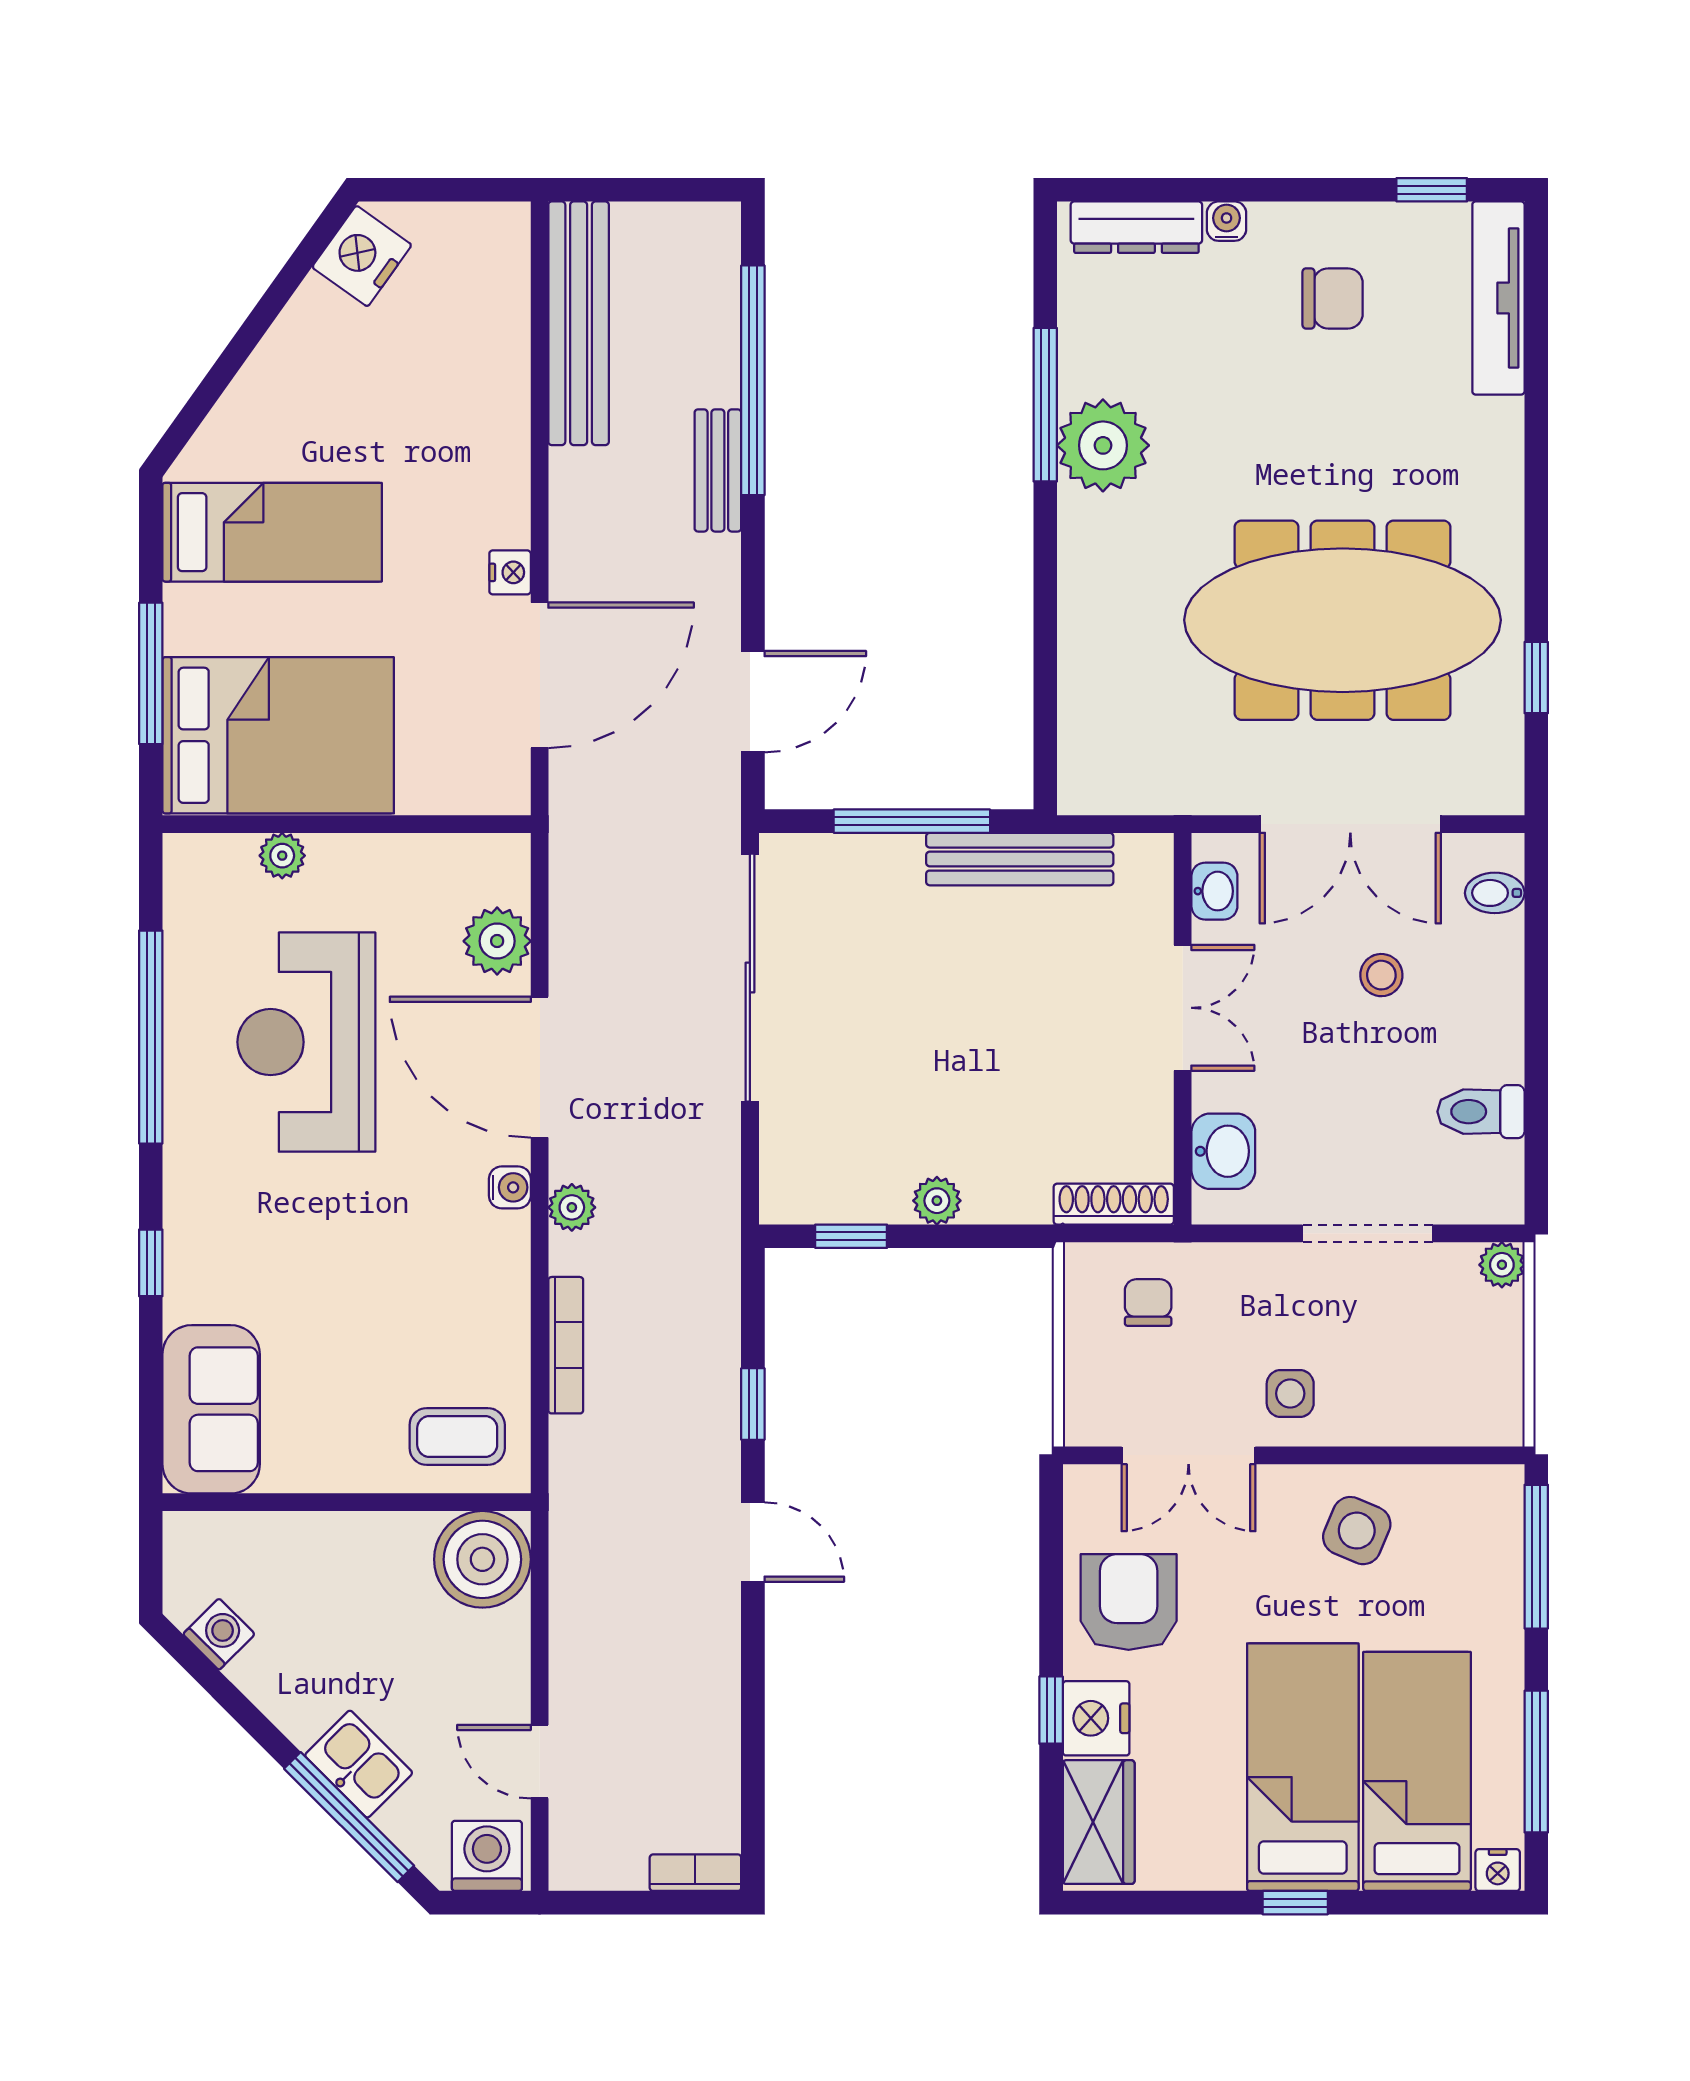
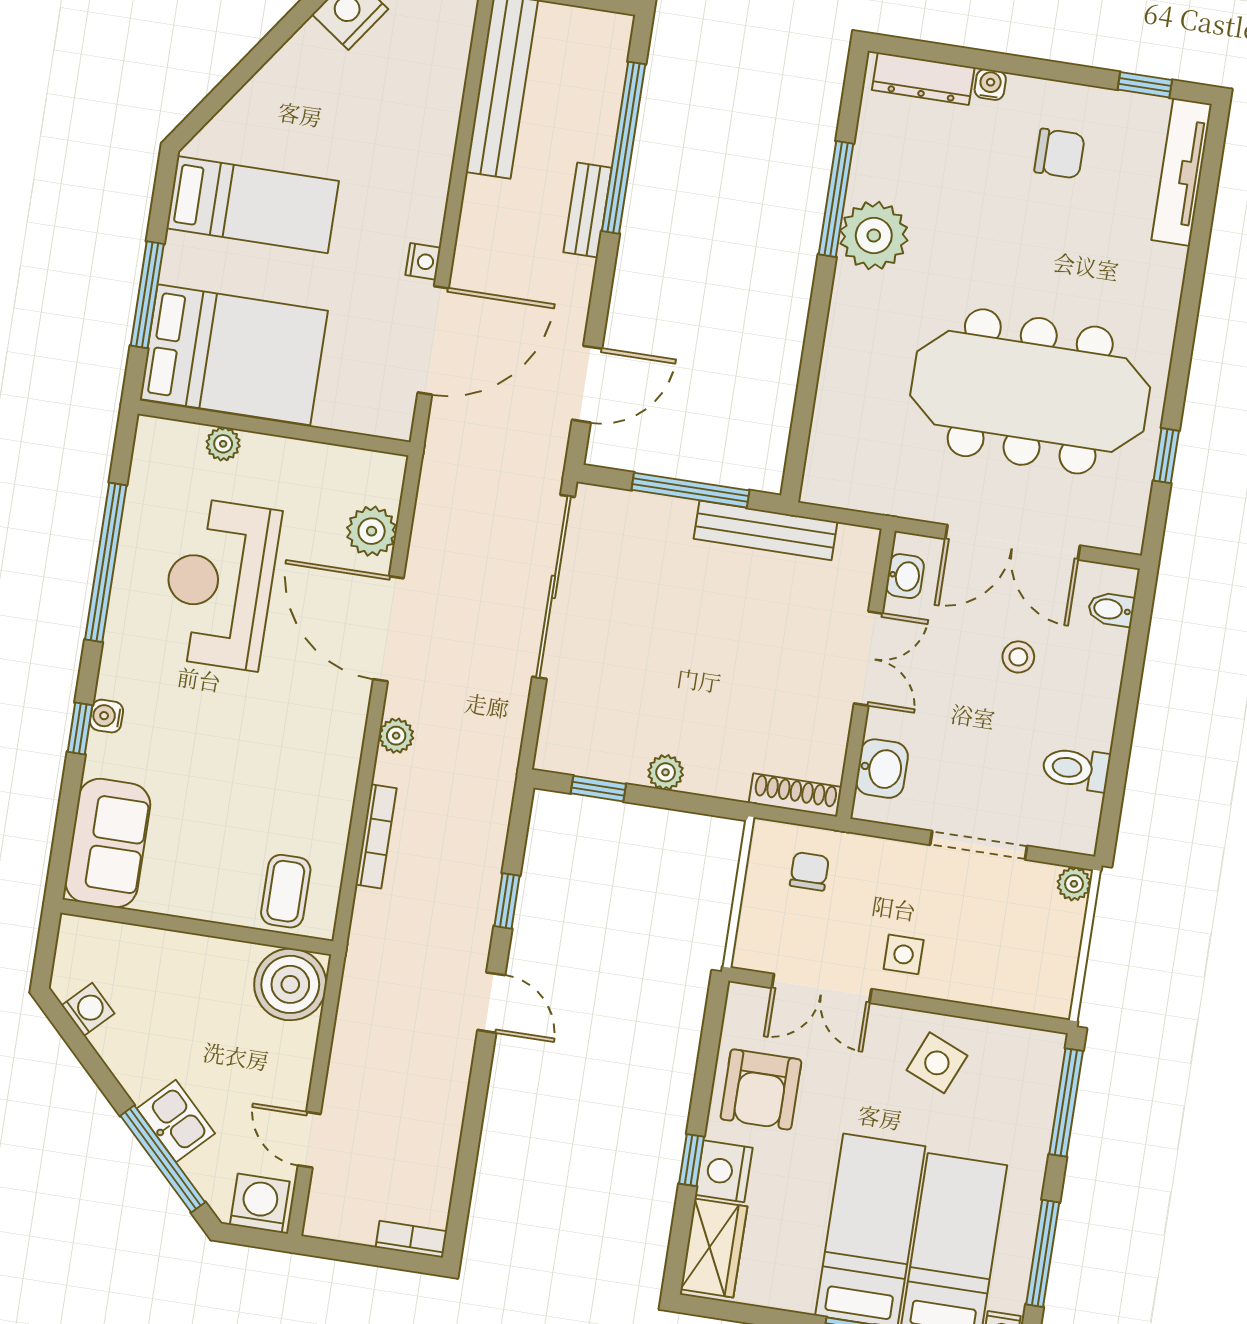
water cooler: (510, 1187) -> (107, 716), moved, turned 180
coffee table: (457, 1436) -> (286, 891), turned 90
armchair: (1129, 1602) -> (761, 1089), turned 180

